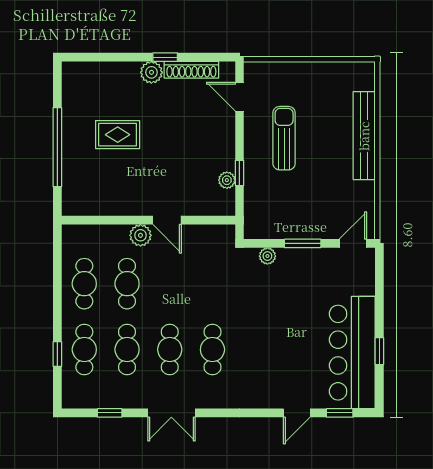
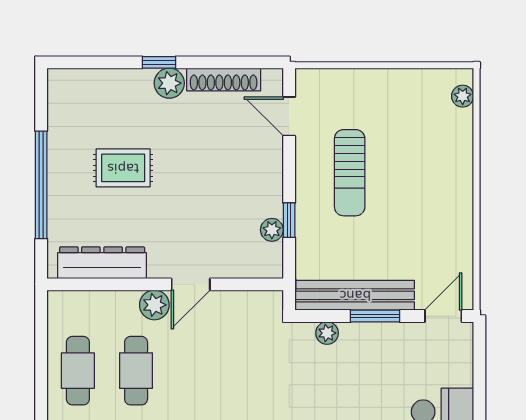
window: (165, 57) -> (159, 62), moved
plant: (367, 82) -> (463, 96), added
bench: (364, 136) -> (355, 295), moved, turned 90
sun lounger: (284, 138) -> (350, 173), turned 180
dresser: (102, 204) -> (102, 263), added
door: (167, 220) -> (191, 284), hinge flipped

